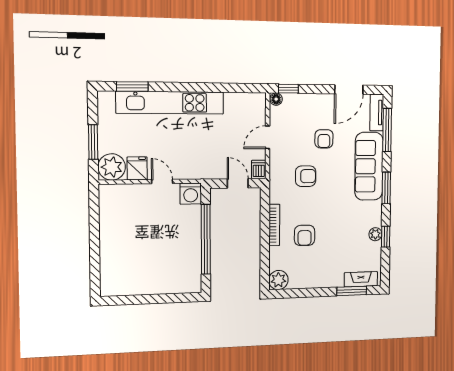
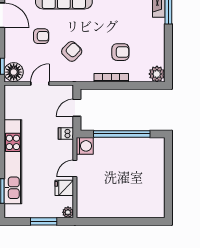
floor lamp: (276, 99) -> (14, 72), width x1.89, depth x1.89
door: (268, 137) -> (40, 83), swing flipped
plant: (112, 167) -> (68, 212), width x0.53, depth x0.53
dishwasher: (259, 170) -> (66, 133), moved
armchair: (306, 176) -> (72, 51), turned 44

